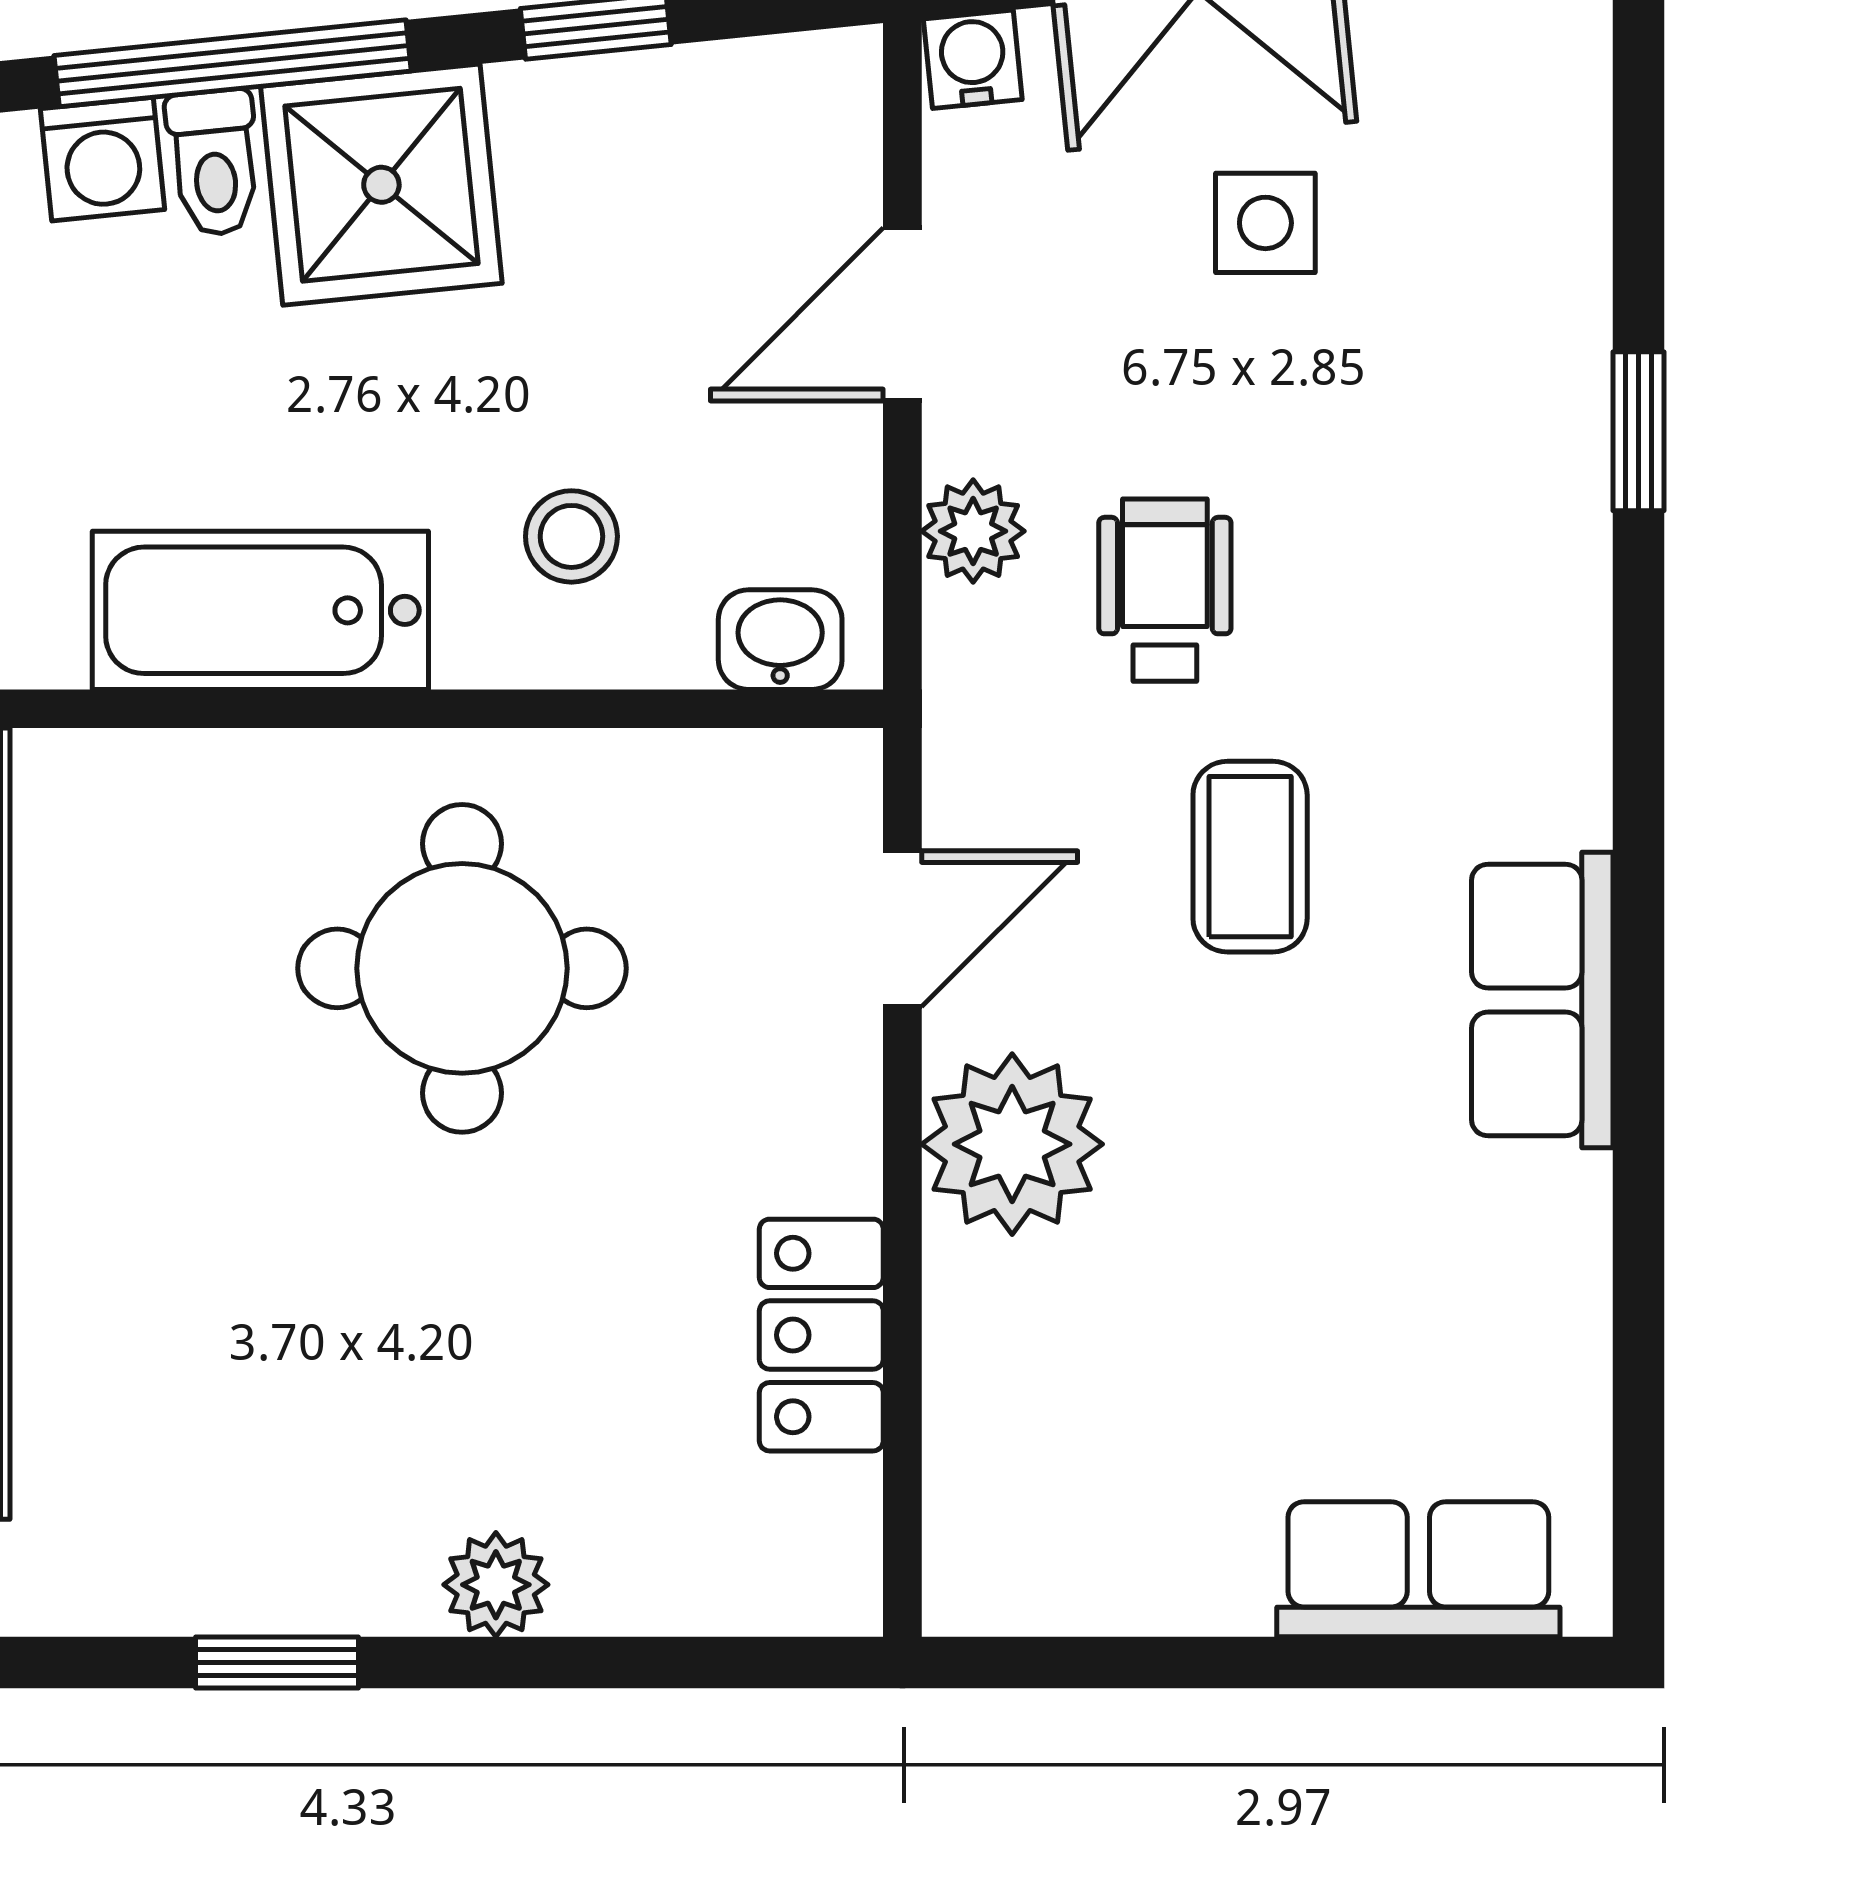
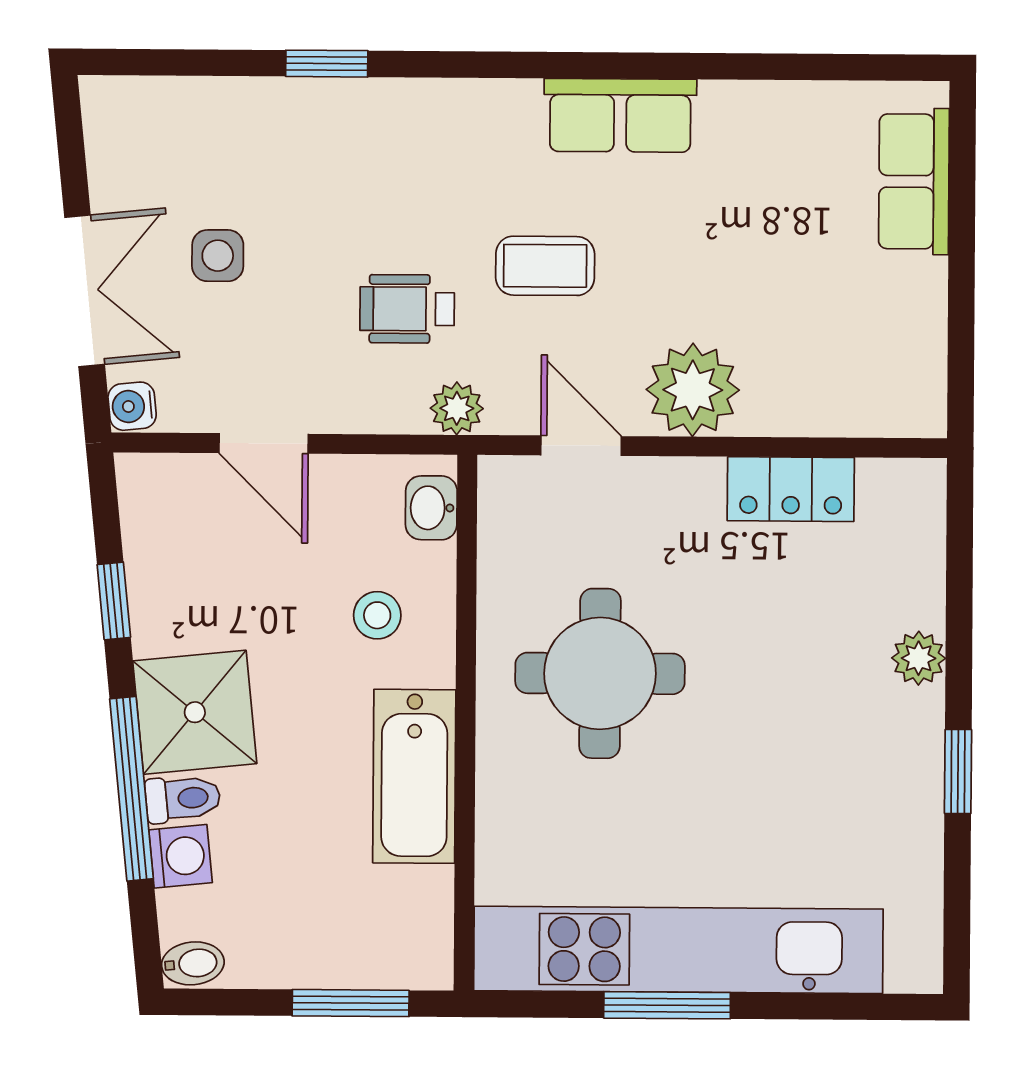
plant: (973, 531) -> (457, 408), moved

